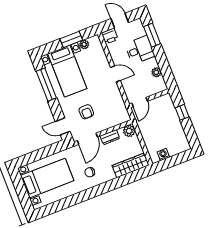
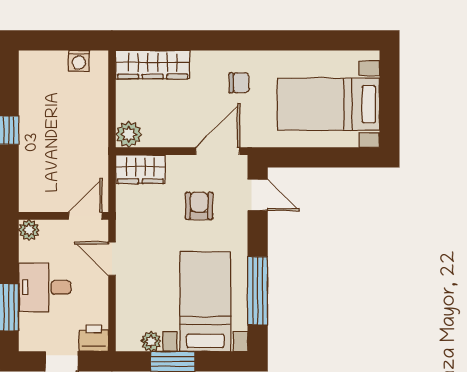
wall: (149, 98) -> (63, 216), moved
door: (140, 102) -> (85, 216), moved
wardrobe: (118, 118) -> (140, 169), added
dresser: (110, 137) -> (172, 137), removed

